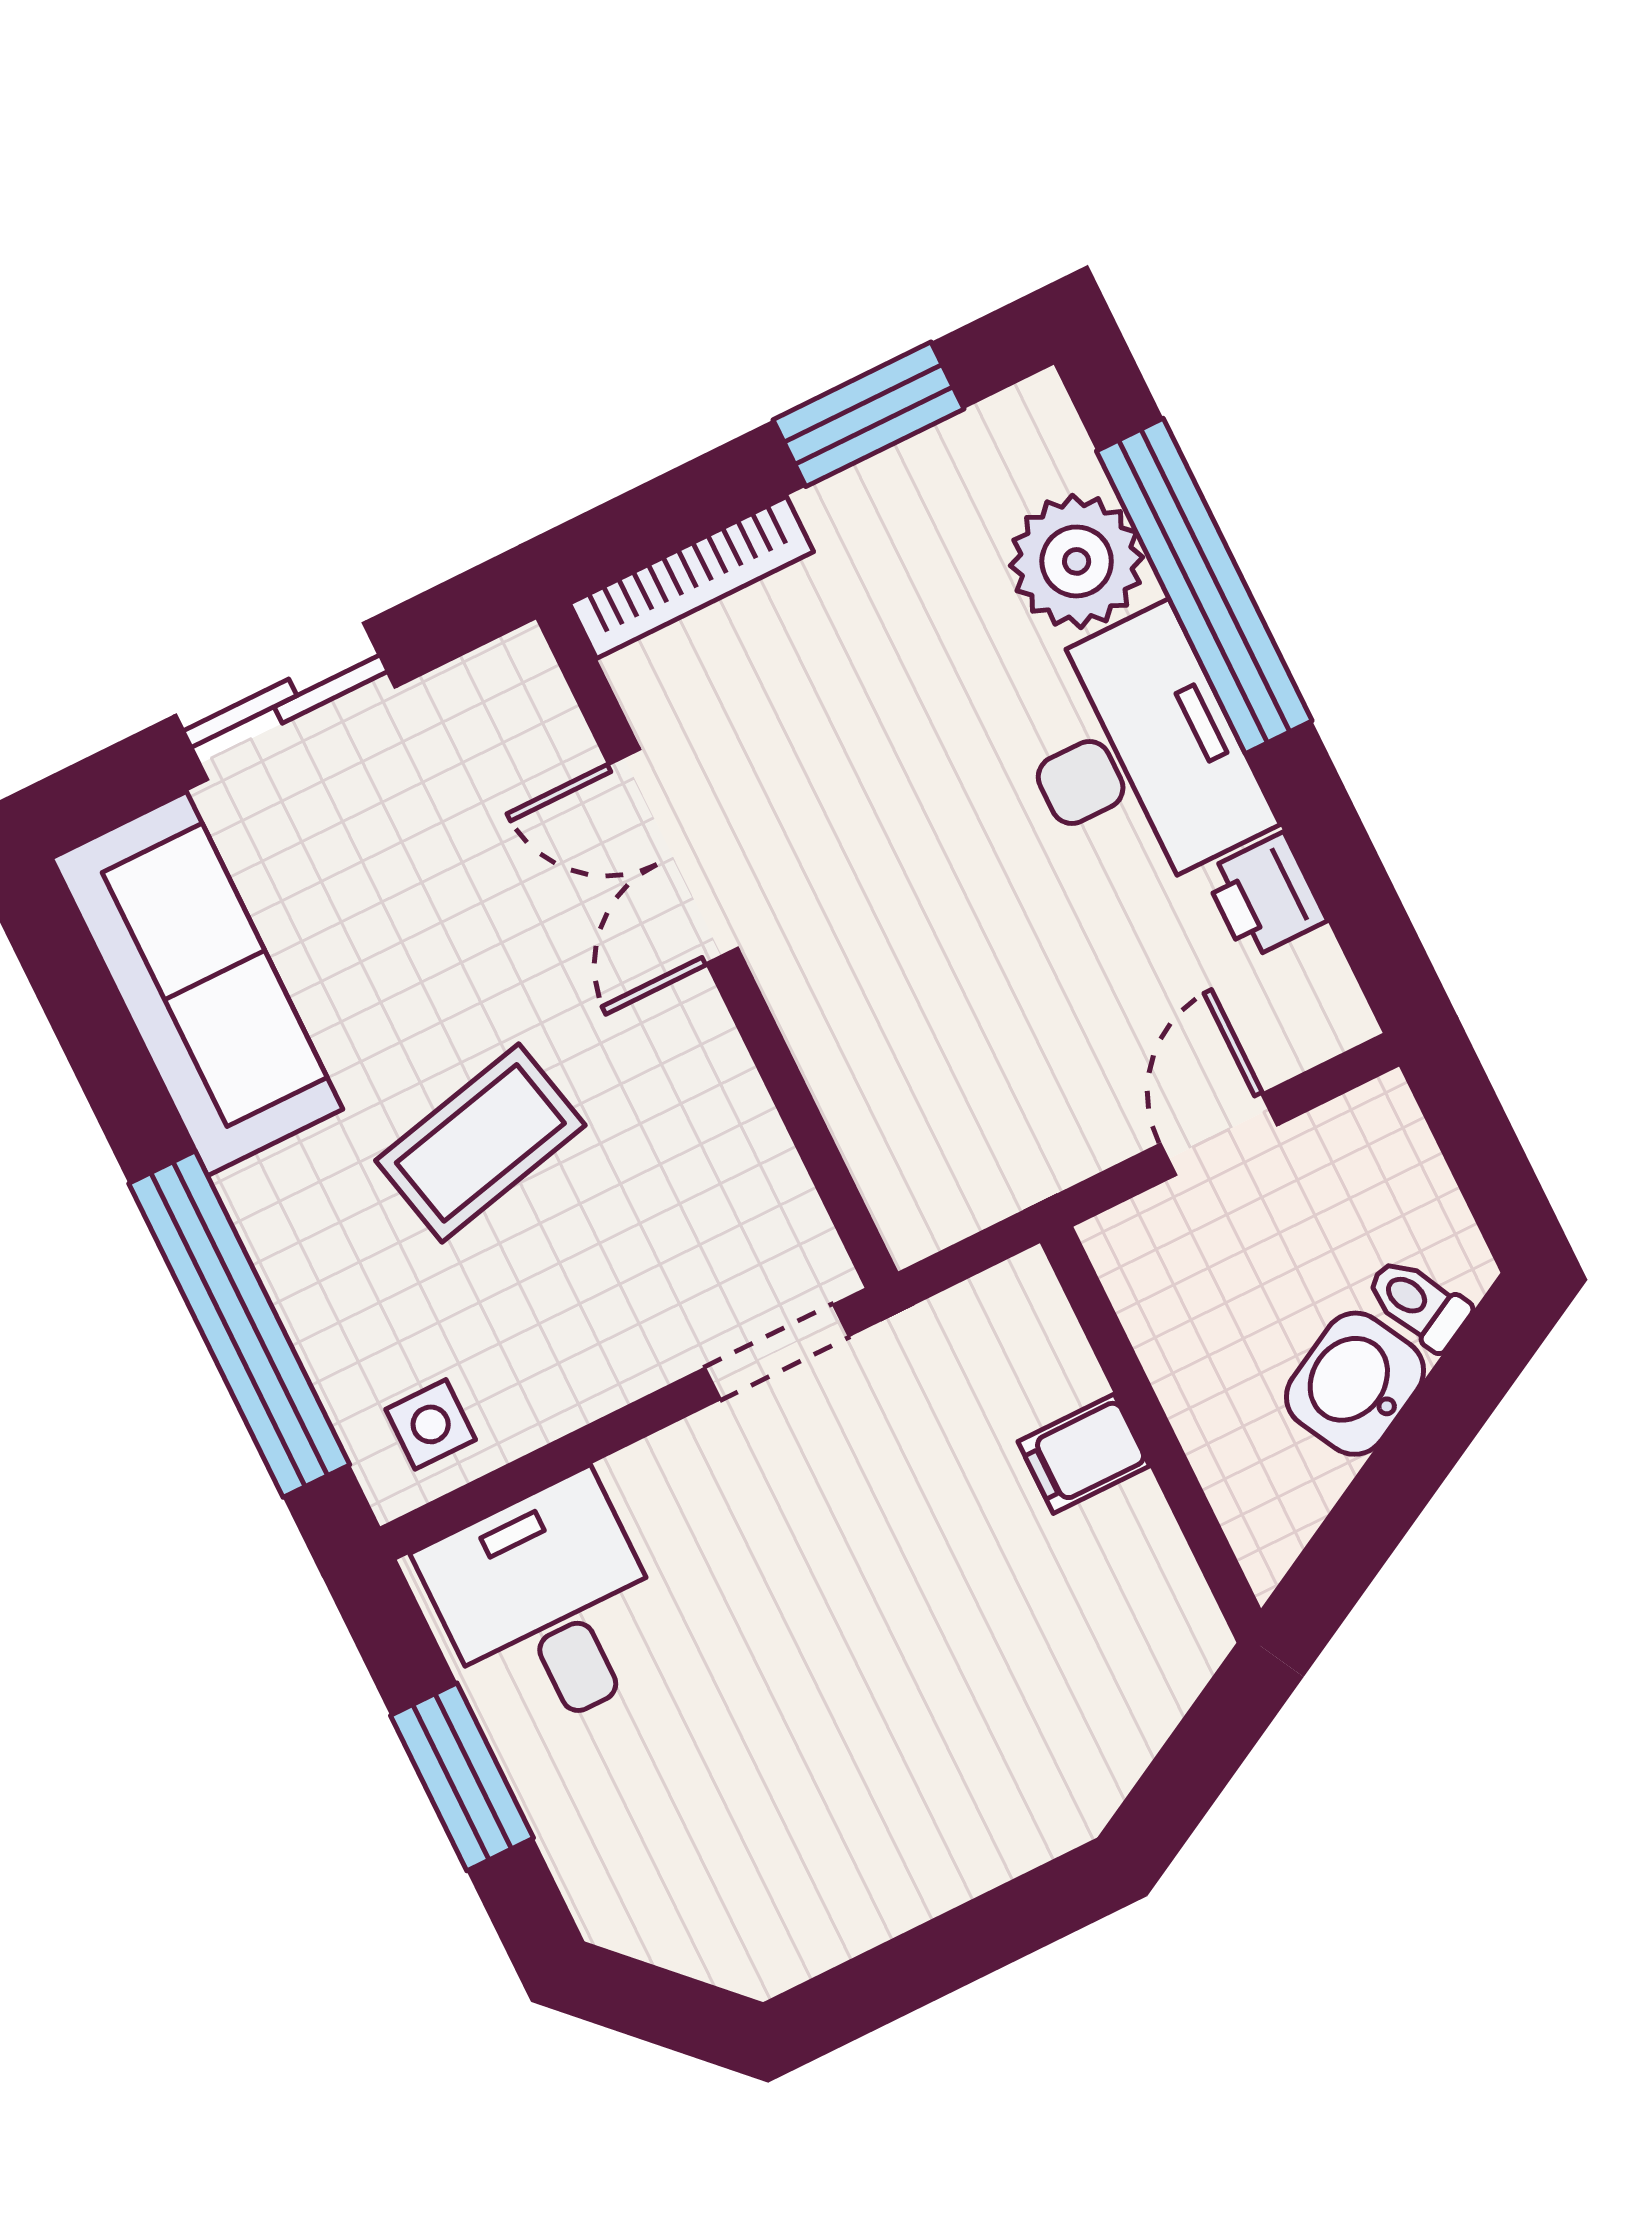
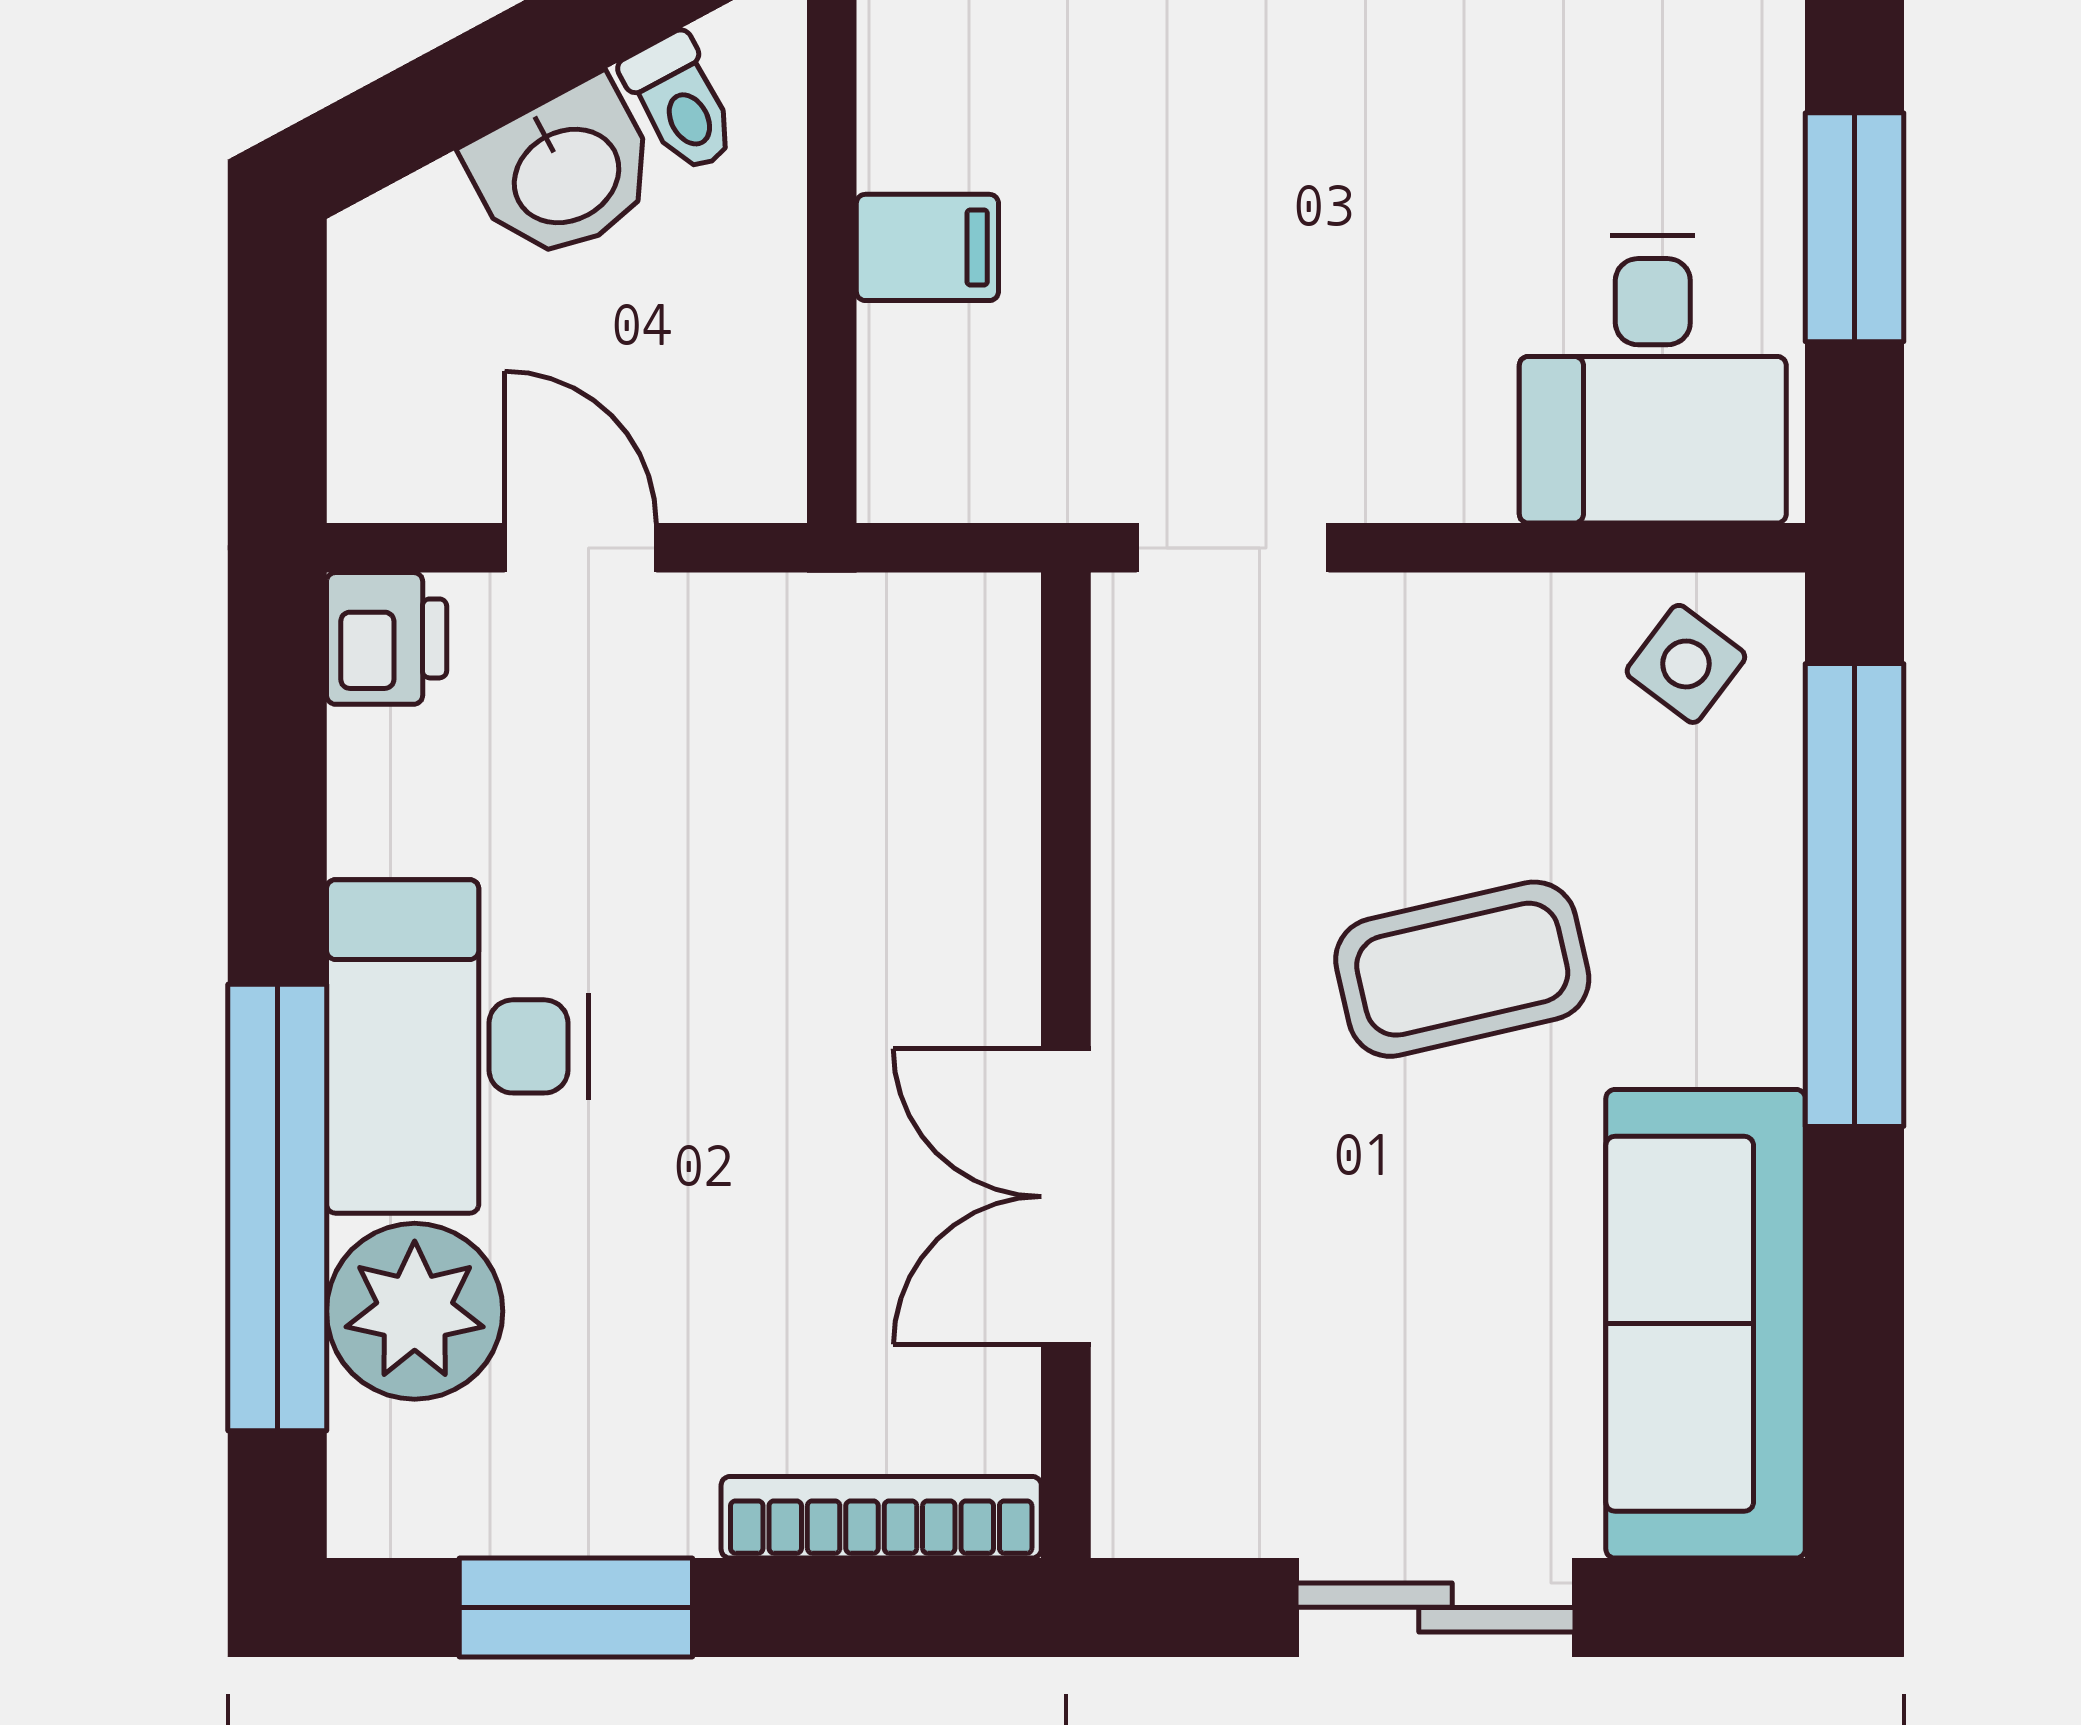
double door: (673, 856) -> (1066, 1197), swing flipped
printer: (1265, 896) -> (387, 638), moved
door: (1219, 1134) -> (580, 548), swing flipped
toilet: (1418, 1303) -> (681, 103), moved
side table: (431, 1424) -> (1686, 664), turned 37

